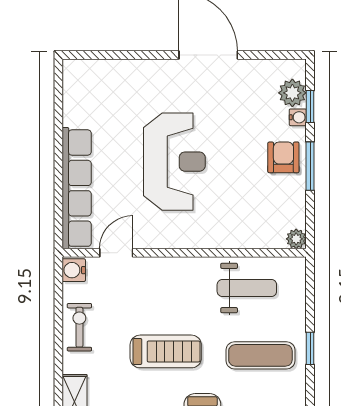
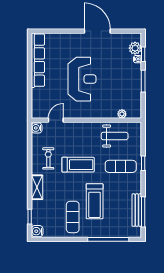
armchair: (283, 157) -> (131, 77), removed
row of seats: (77, 188) -> (38, 60), moved
plant: (296, 239) -> (122, 114), moved
exercise bike: (79, 327) -> (48, 158), moved

